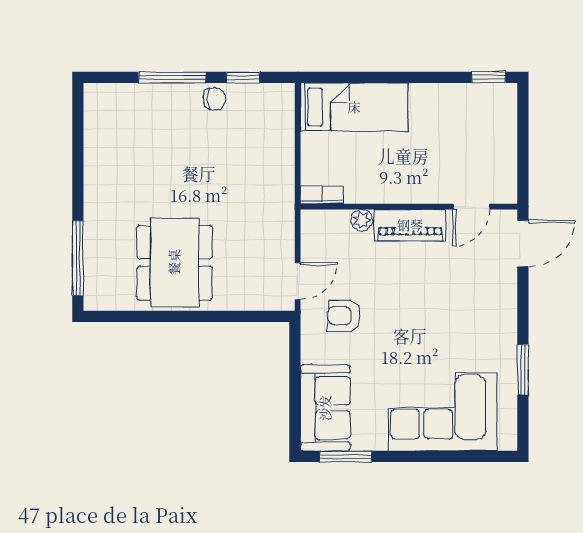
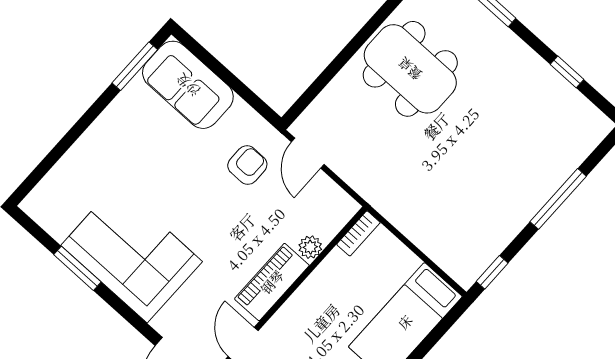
window: (243, 77) -> (492, 272), moved
chair: (214, 99) -> (511, 217), removed
window: (78, 151) -> (567, 72), added
corner sofa: (442, 412) -> (132, 253), moved, turned -90

